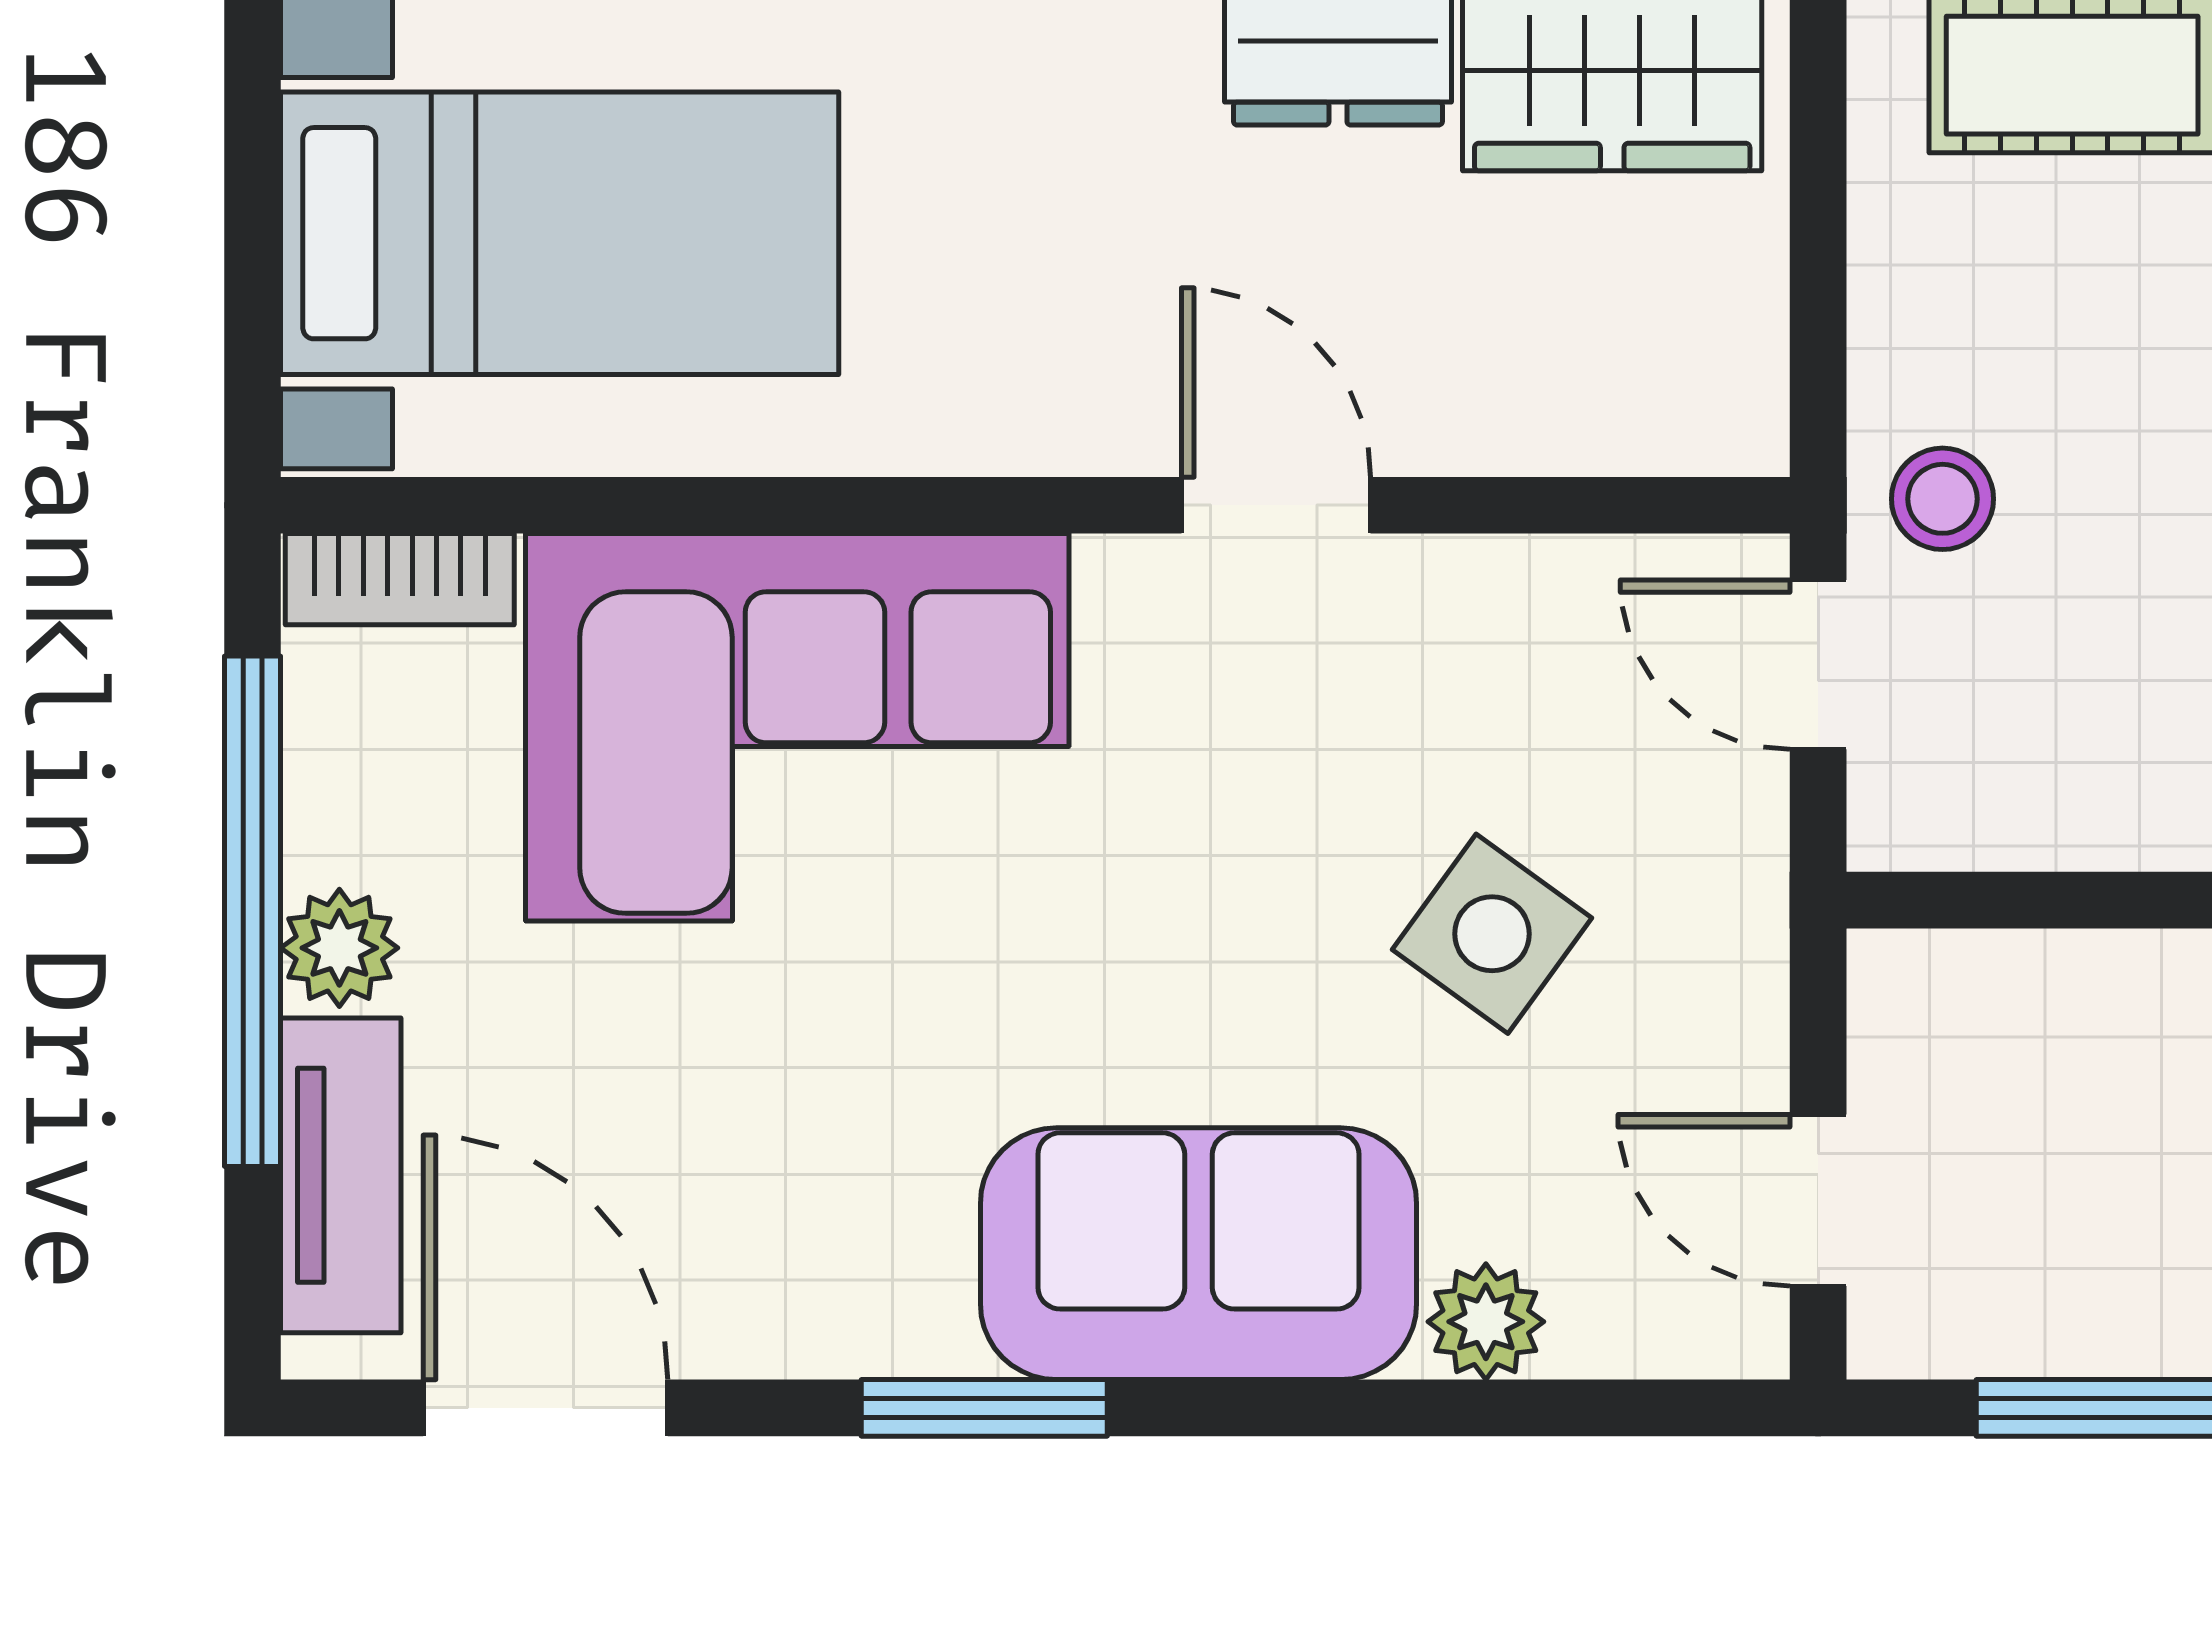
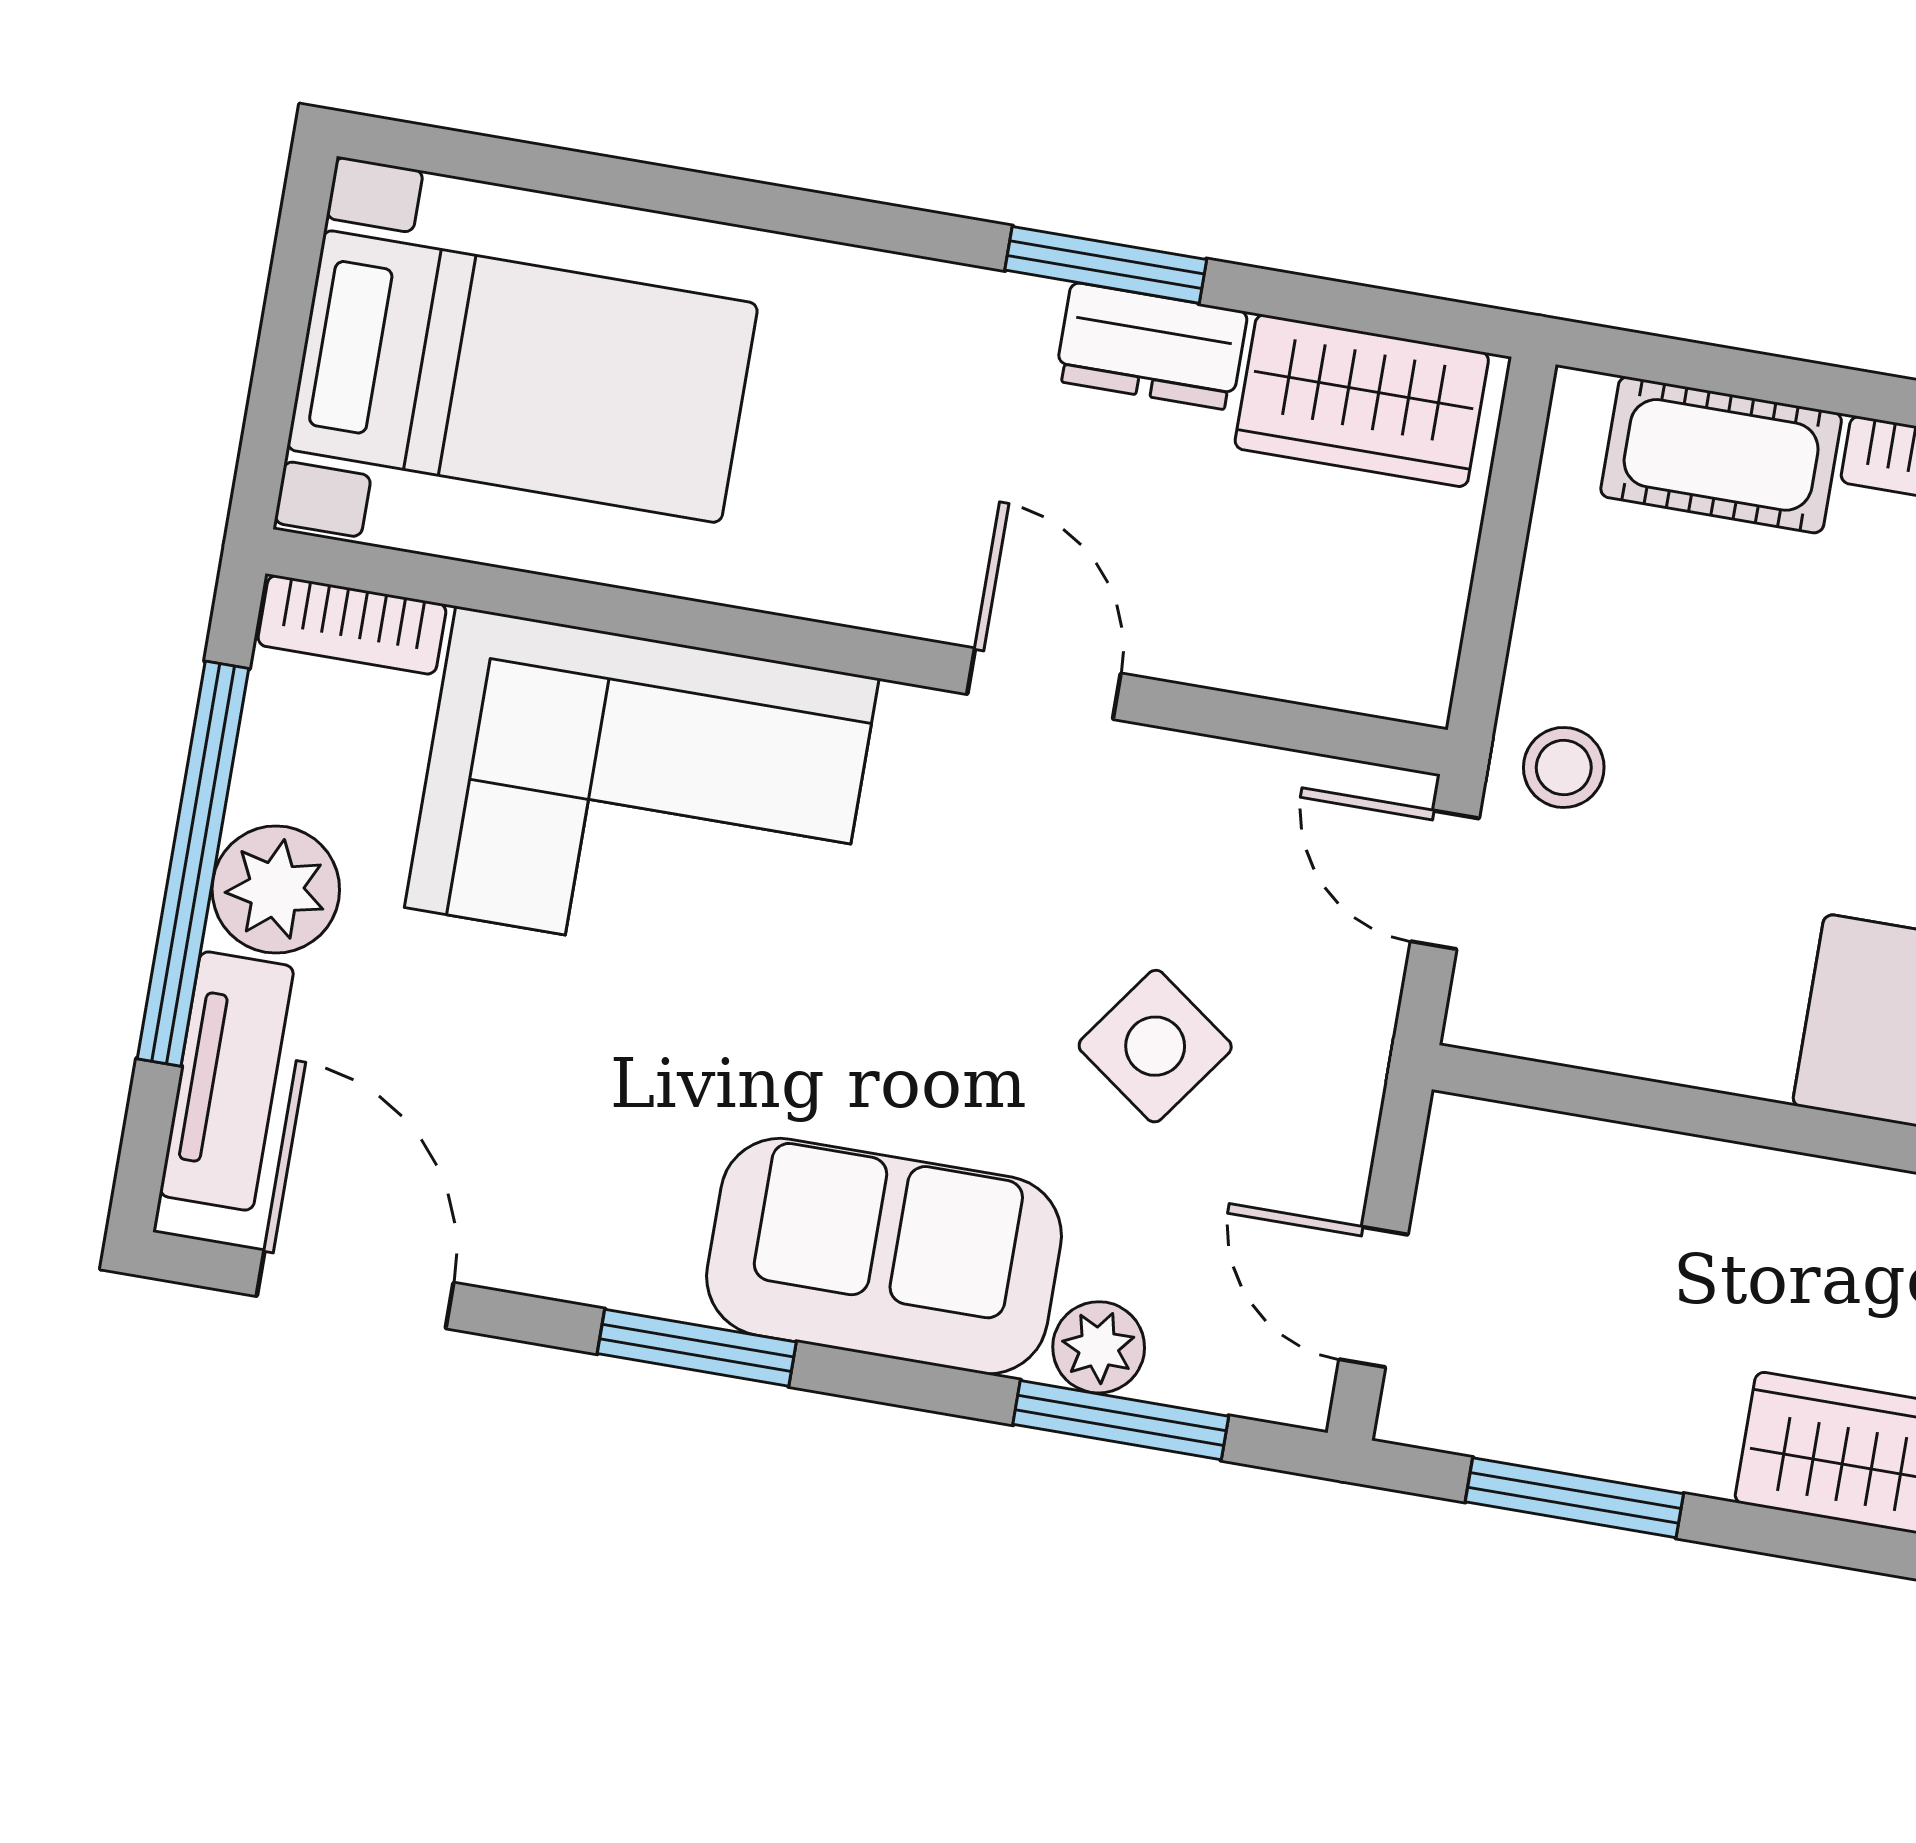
plant: (339, 948) -> (276, 890), width x1.38, depth x1.38
window: (1529, 1408) -> (1121, 1420), added

